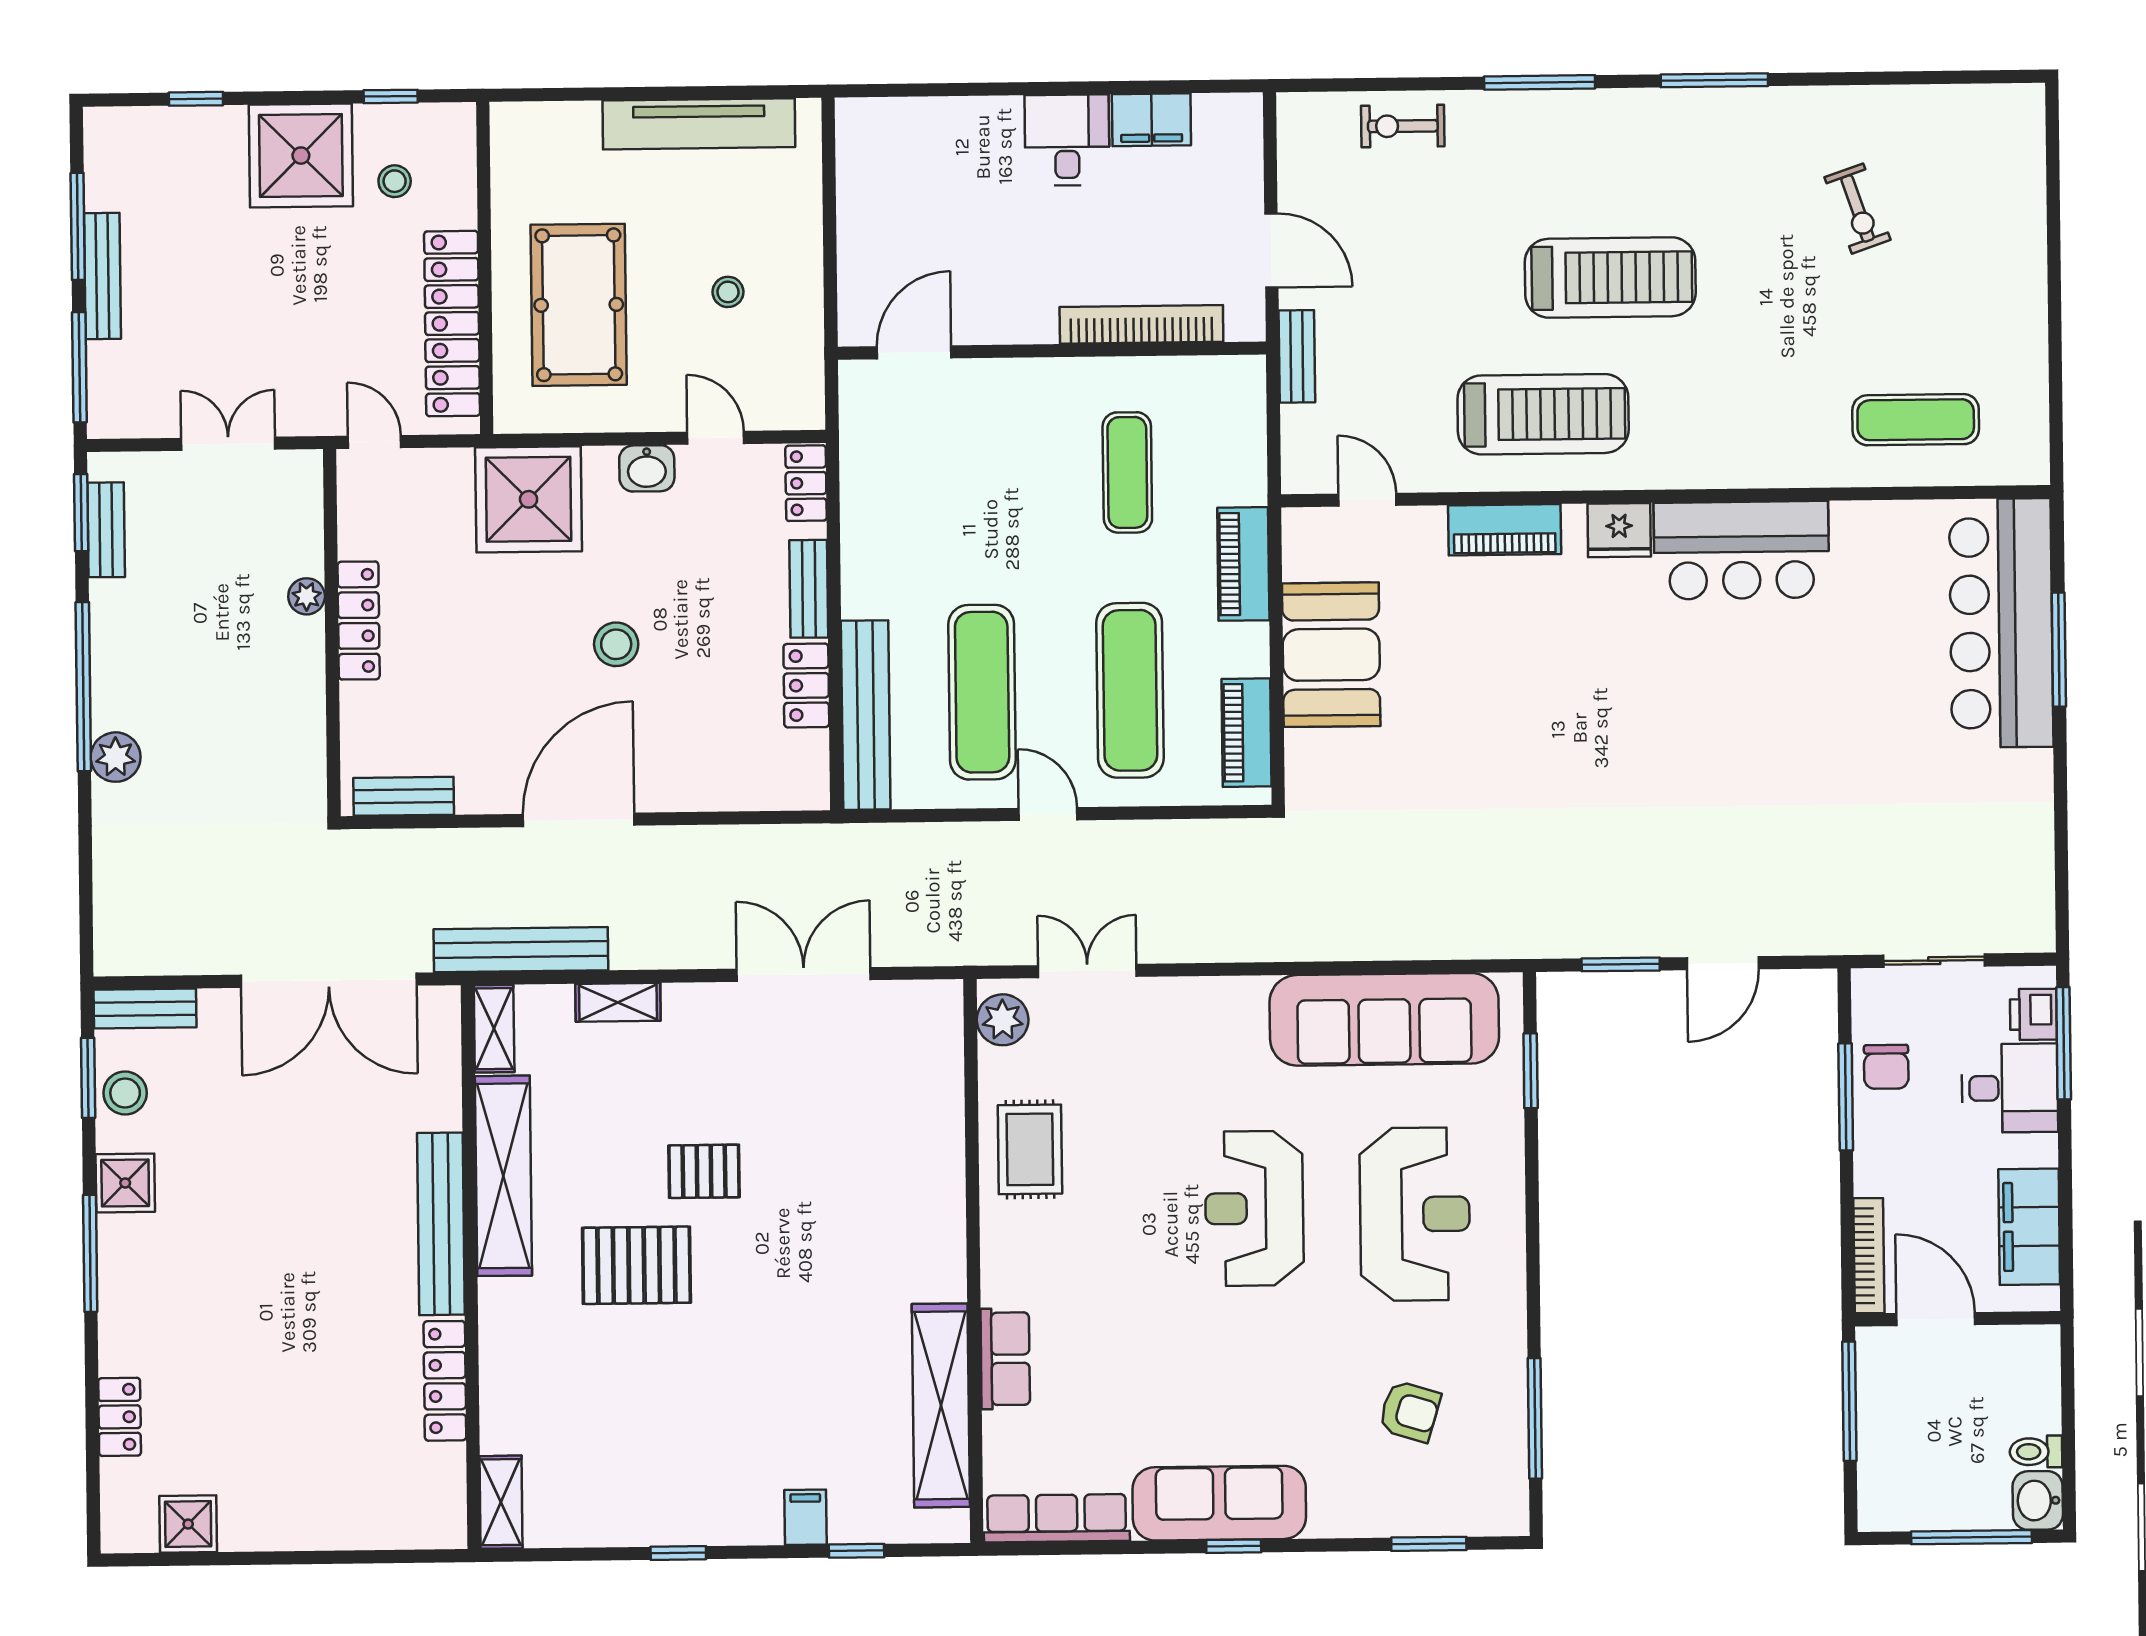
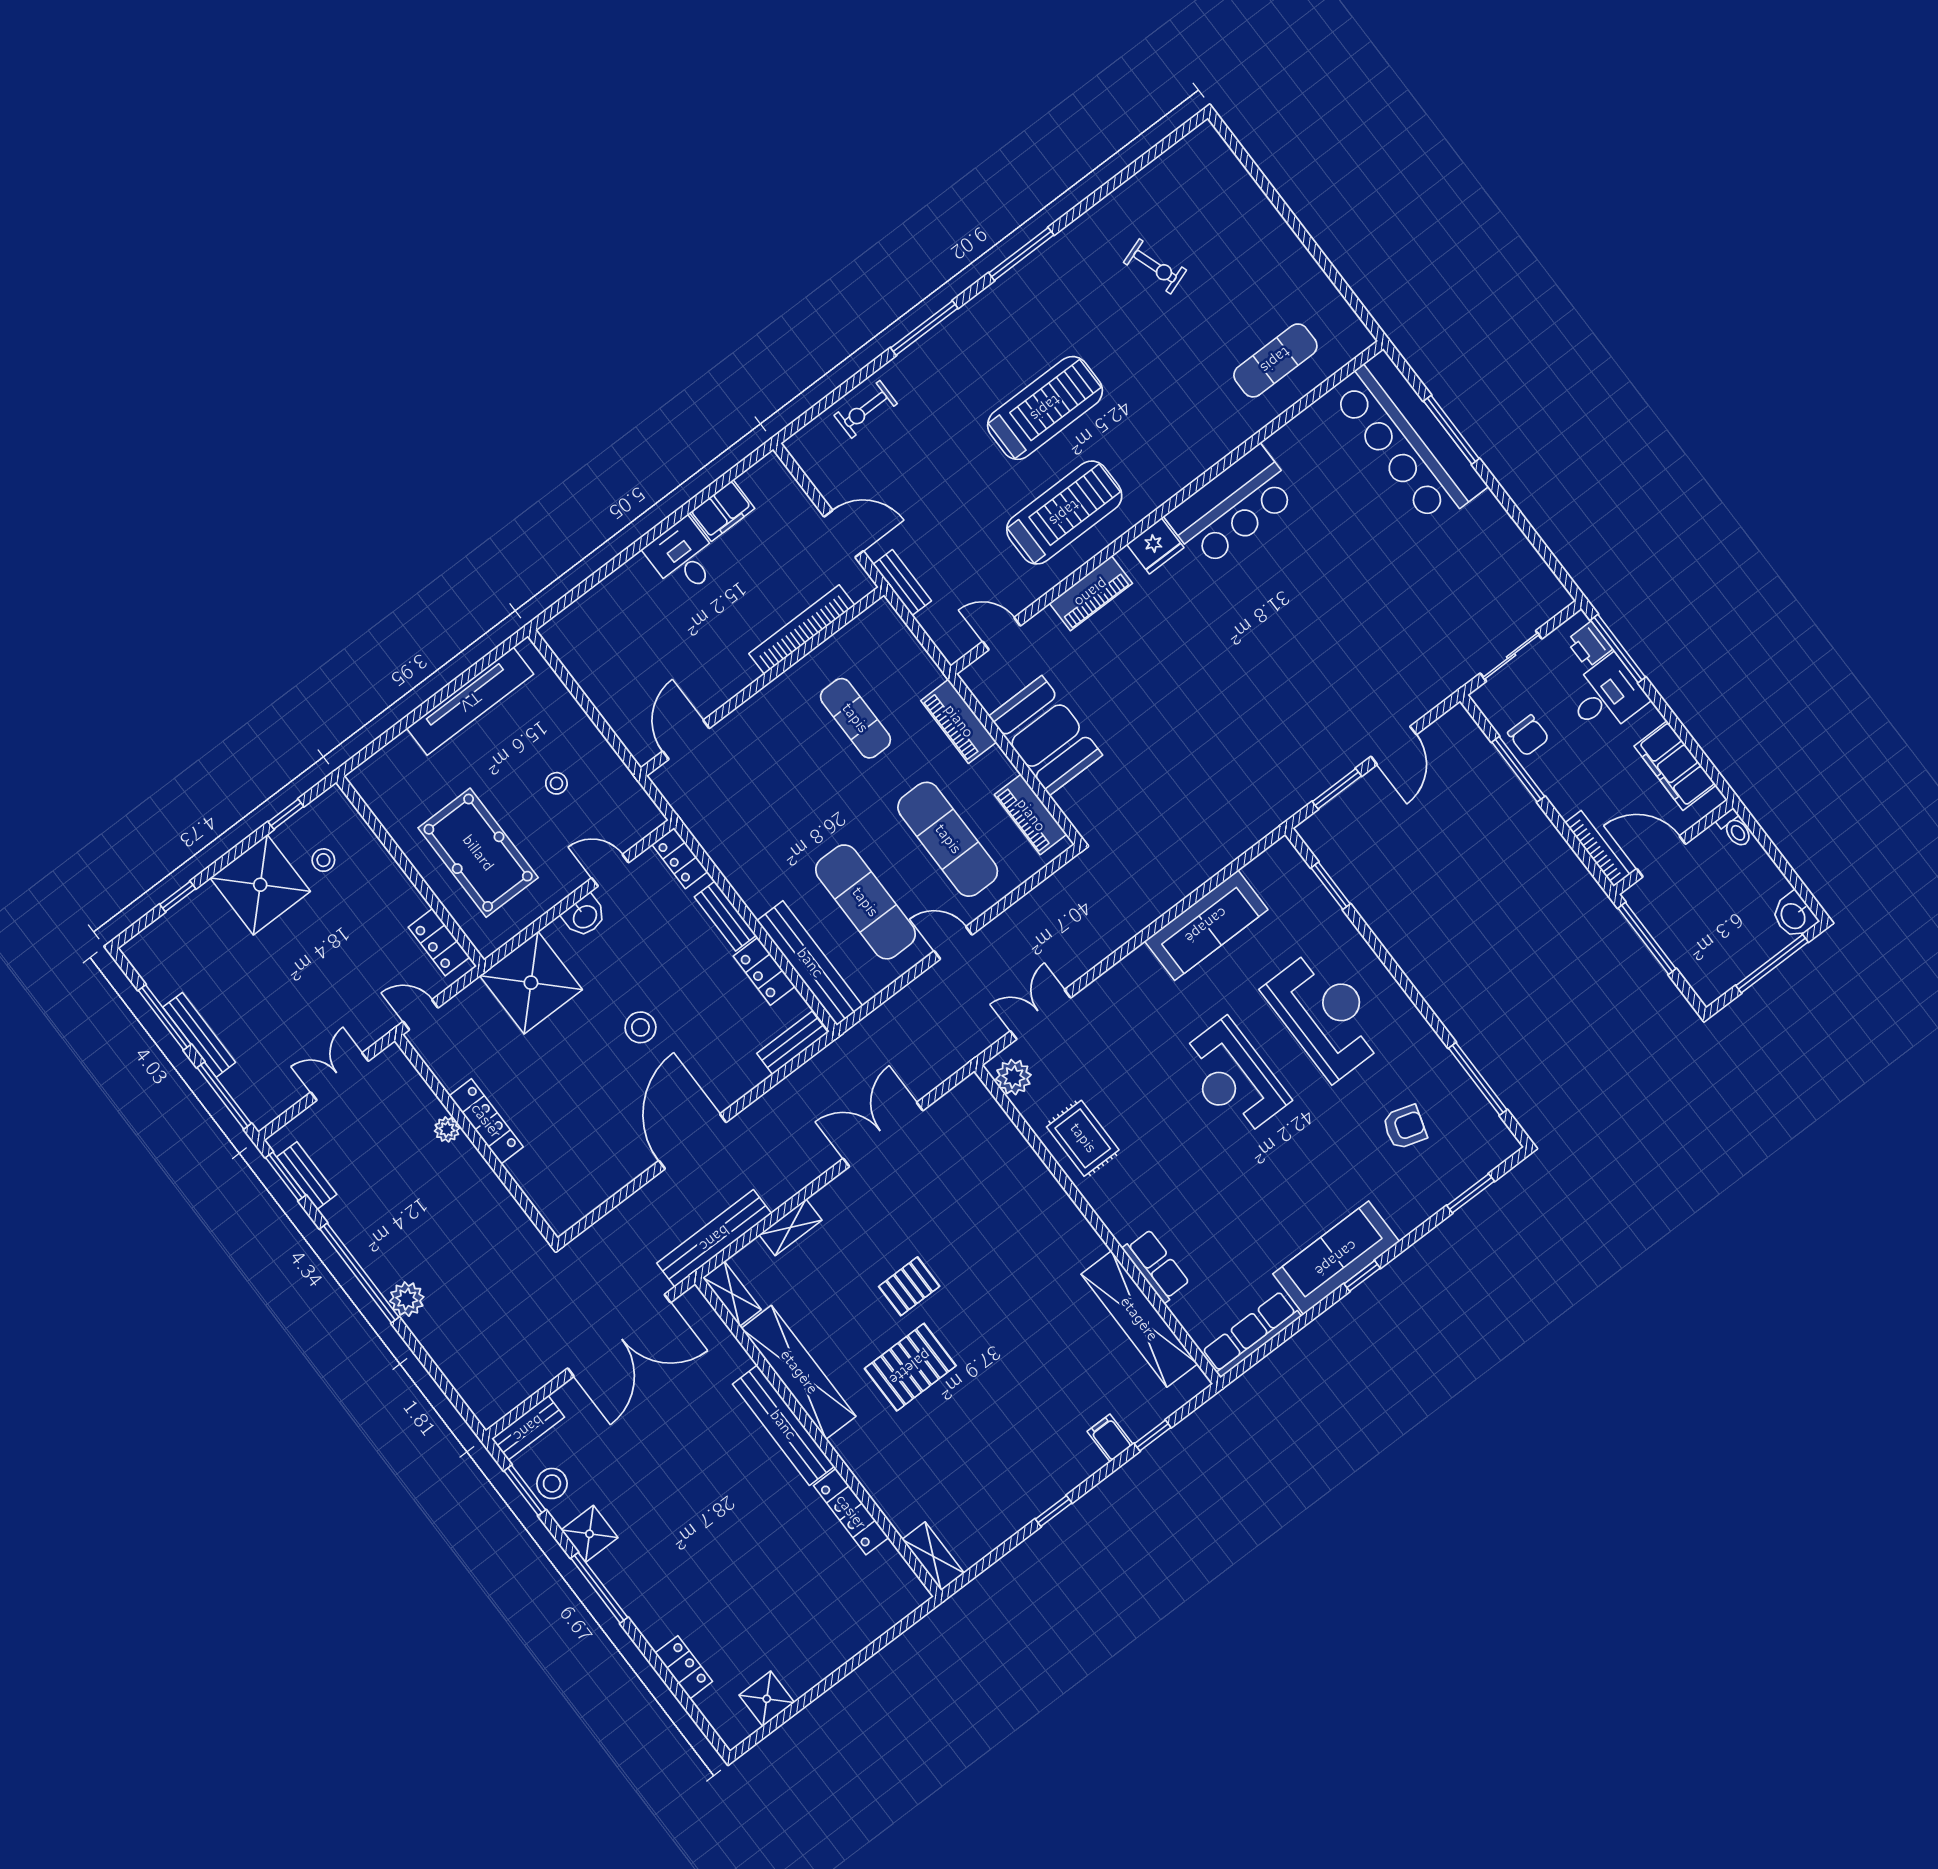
locker: (452, 324) -> (439, 942), width x0.46, depth x0.83
bench: (404, 796) -> (792, 1043), moved
sofa: (1384, 1019) -> (1206, 925), width x0.74, depth x0.79
toilet: (2036, 1452) -> (1735, 829), moved, turned -90

